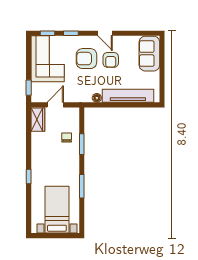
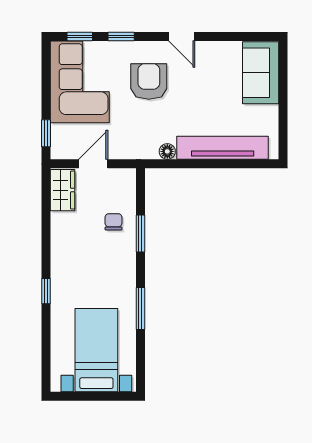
armchair: (86, 59) -> (149, 82), turned 90
armchair: (111, 60) -> (192, 84), removed

